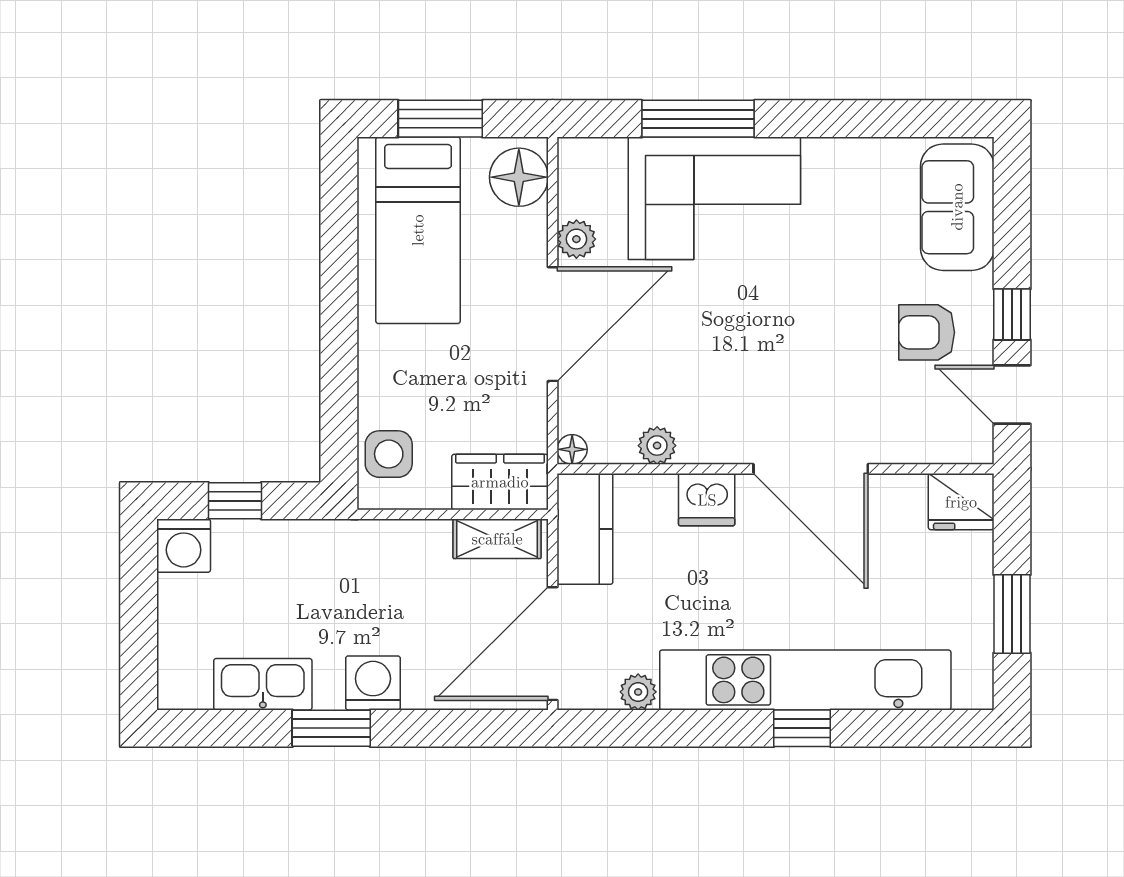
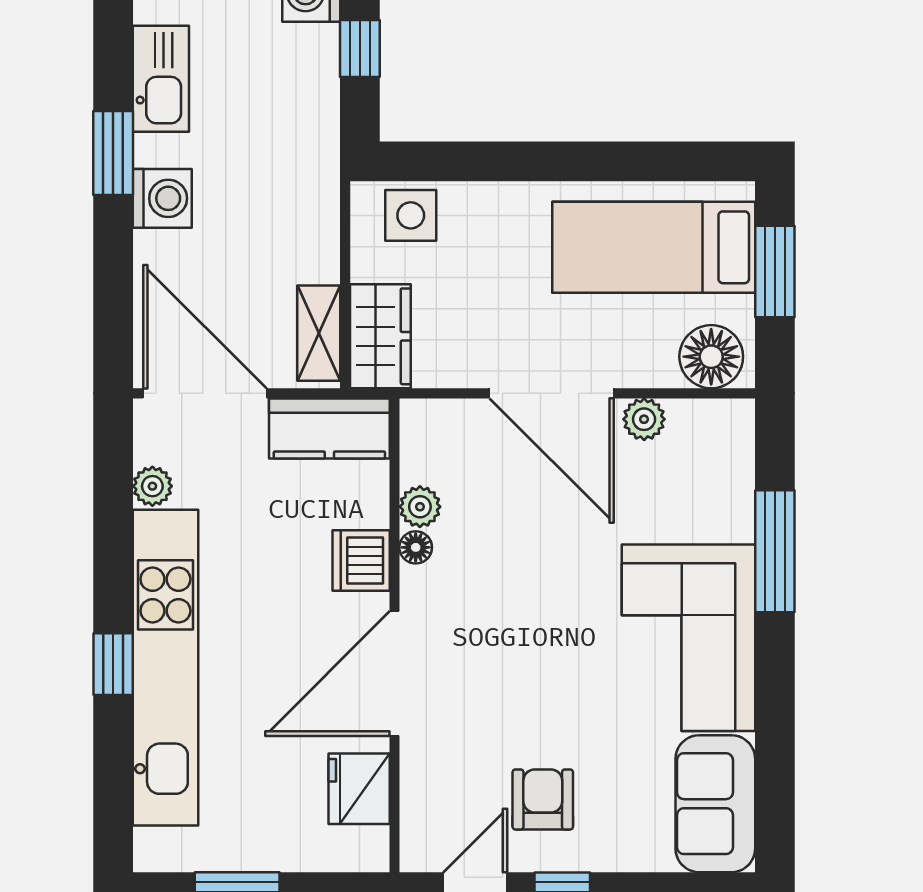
corner sofa: (714, 198) -> (688, 638), moved
sofa: (957, 207) -> (715, 804), moved, turned -90
floor lamp: (572, 449) -> (416, 547), moved
fridge: (961, 502) -> (359, 789), moved

